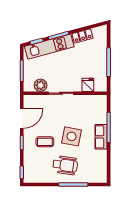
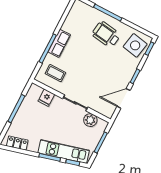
locker: (83, 36) -> (17, 143), moved
side table: (71, 136) -> (135, 45), moved
coffee table: (45, 142) -> (55, 73), moved

